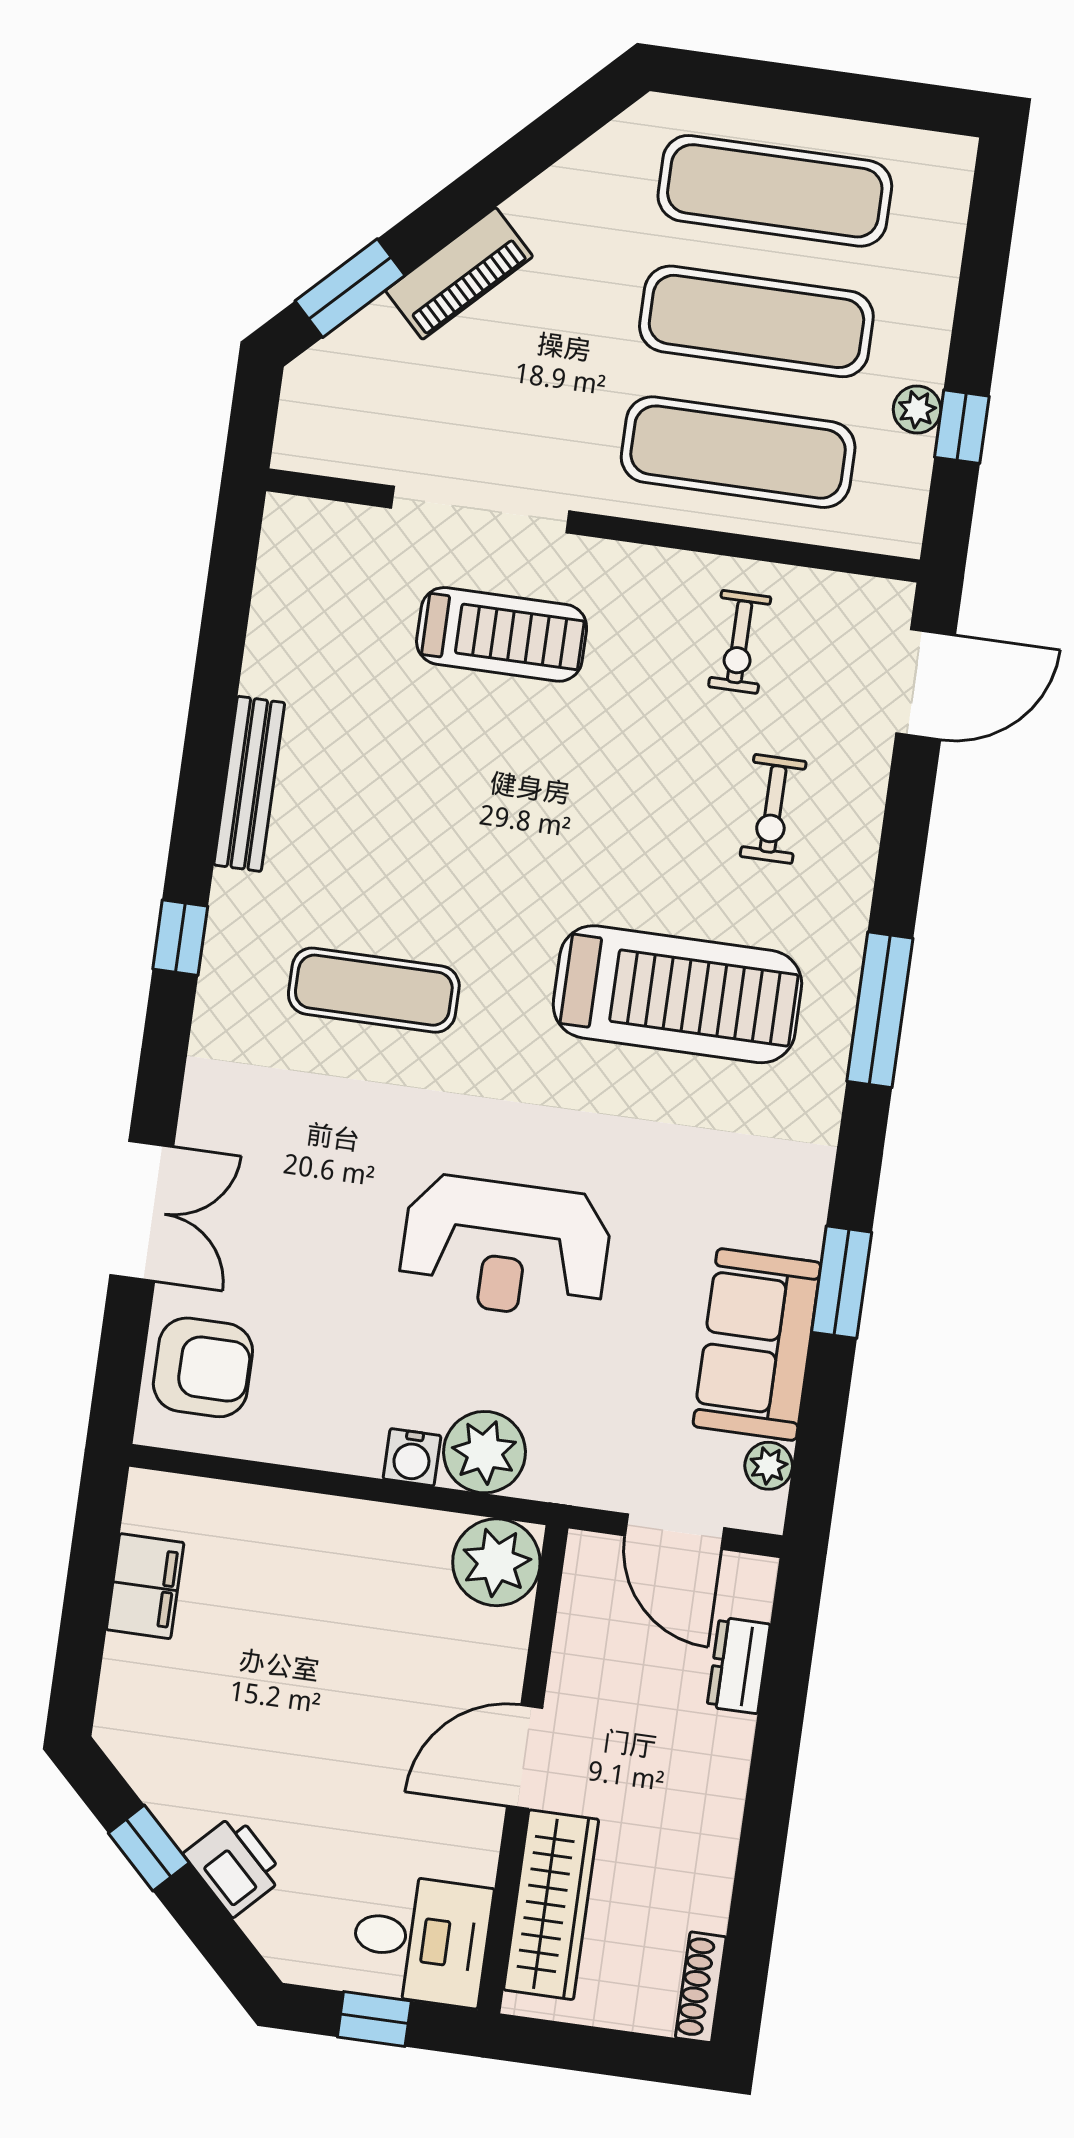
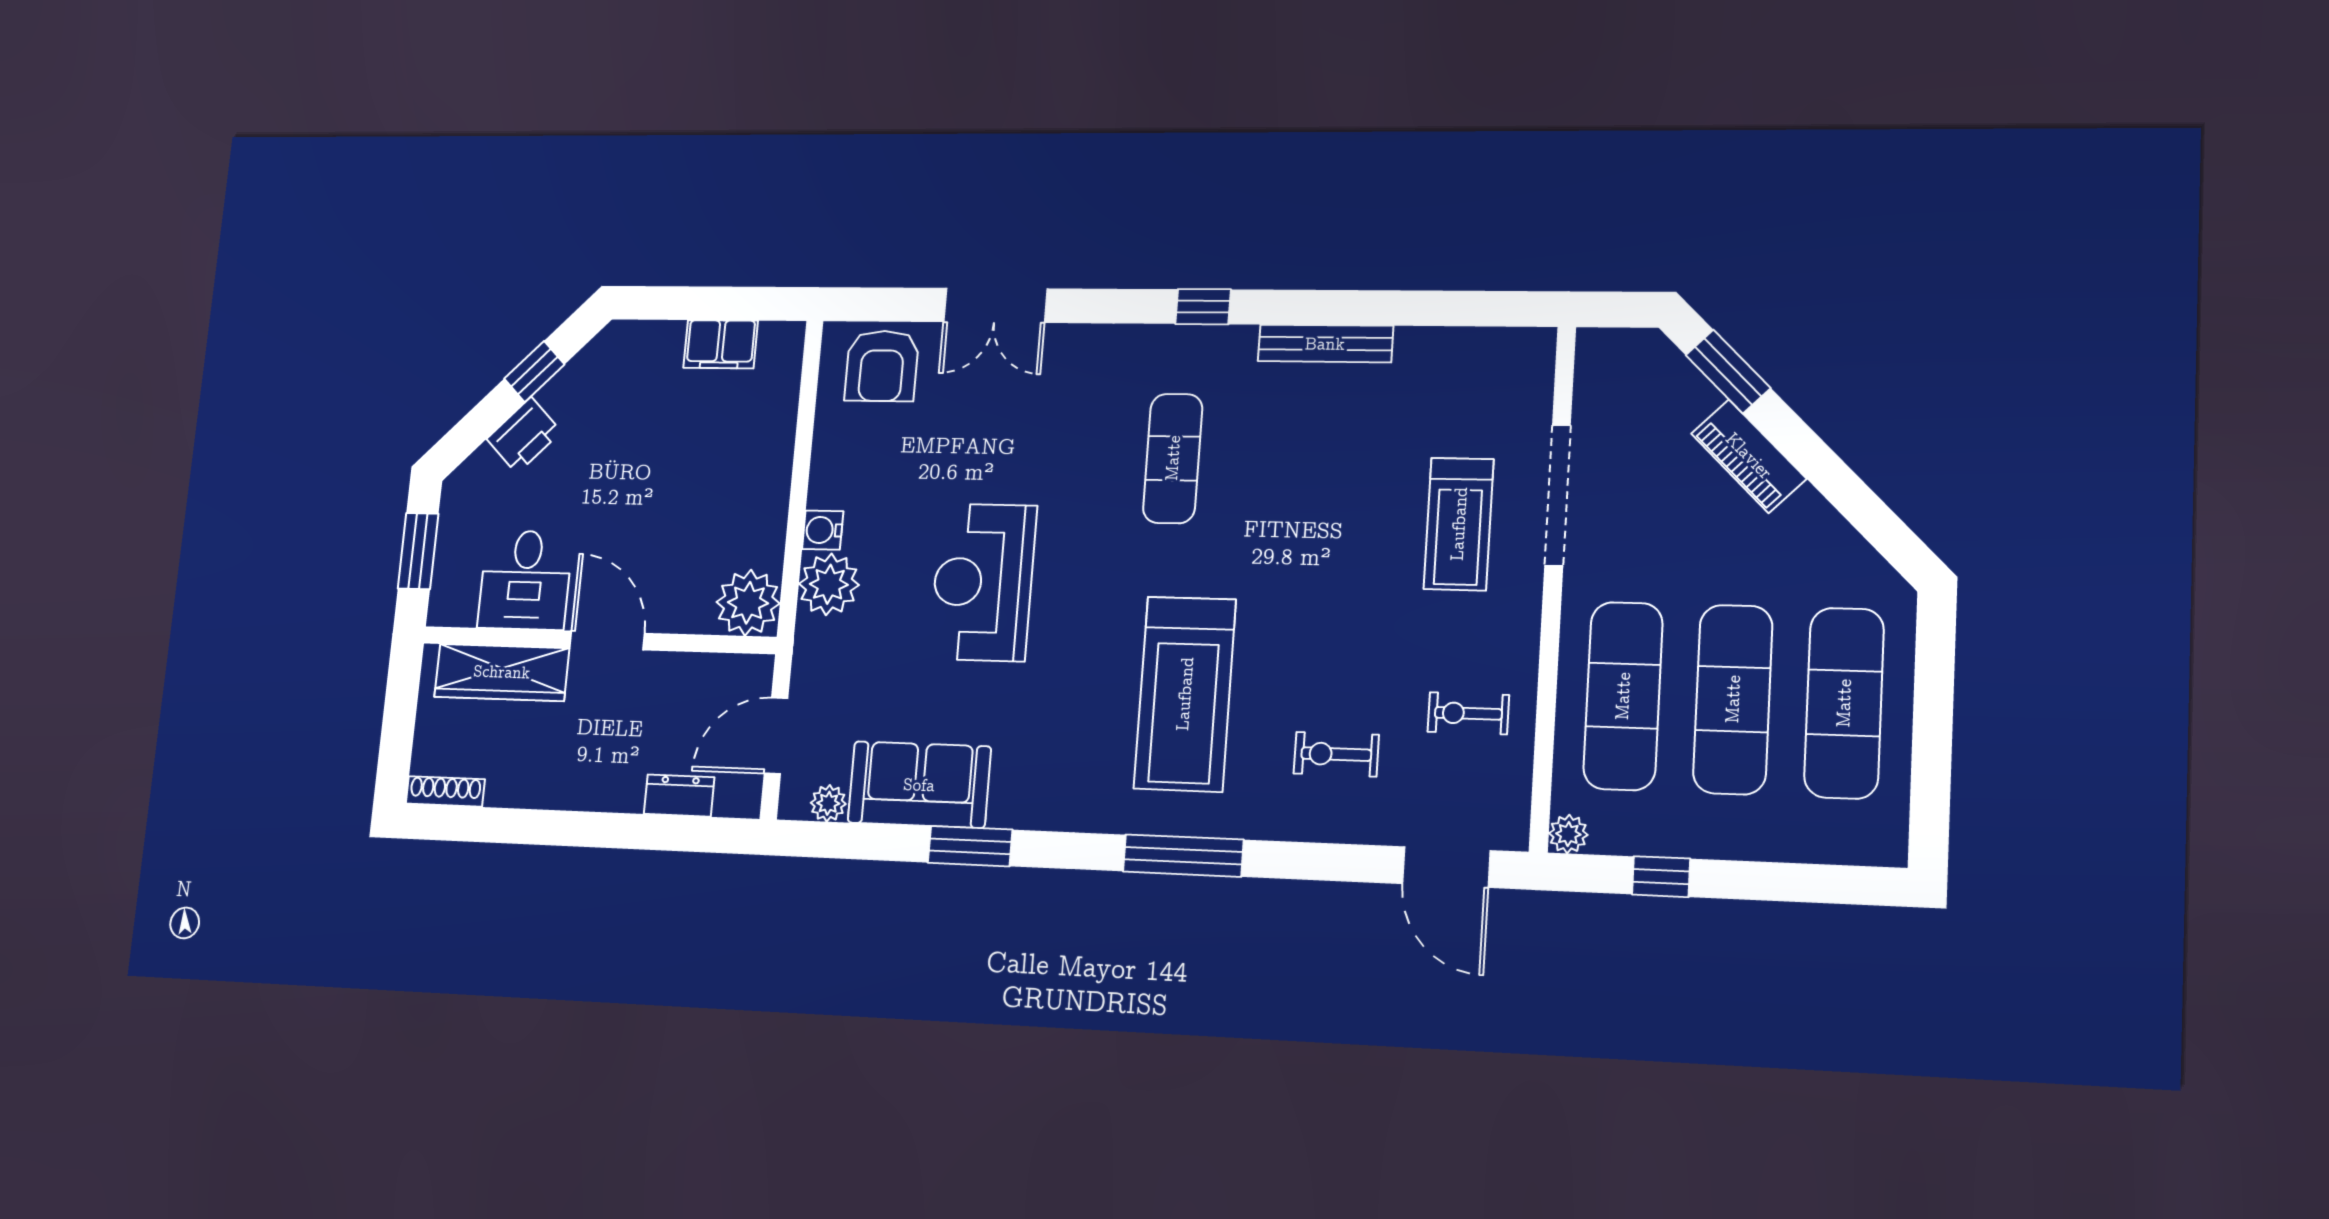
plant: (917, 409) -> (1568, 834), moved
desk: (421, 1940) -> (525, 580), moved
window: (374, 2019) -> (418, 551), width x1.50

